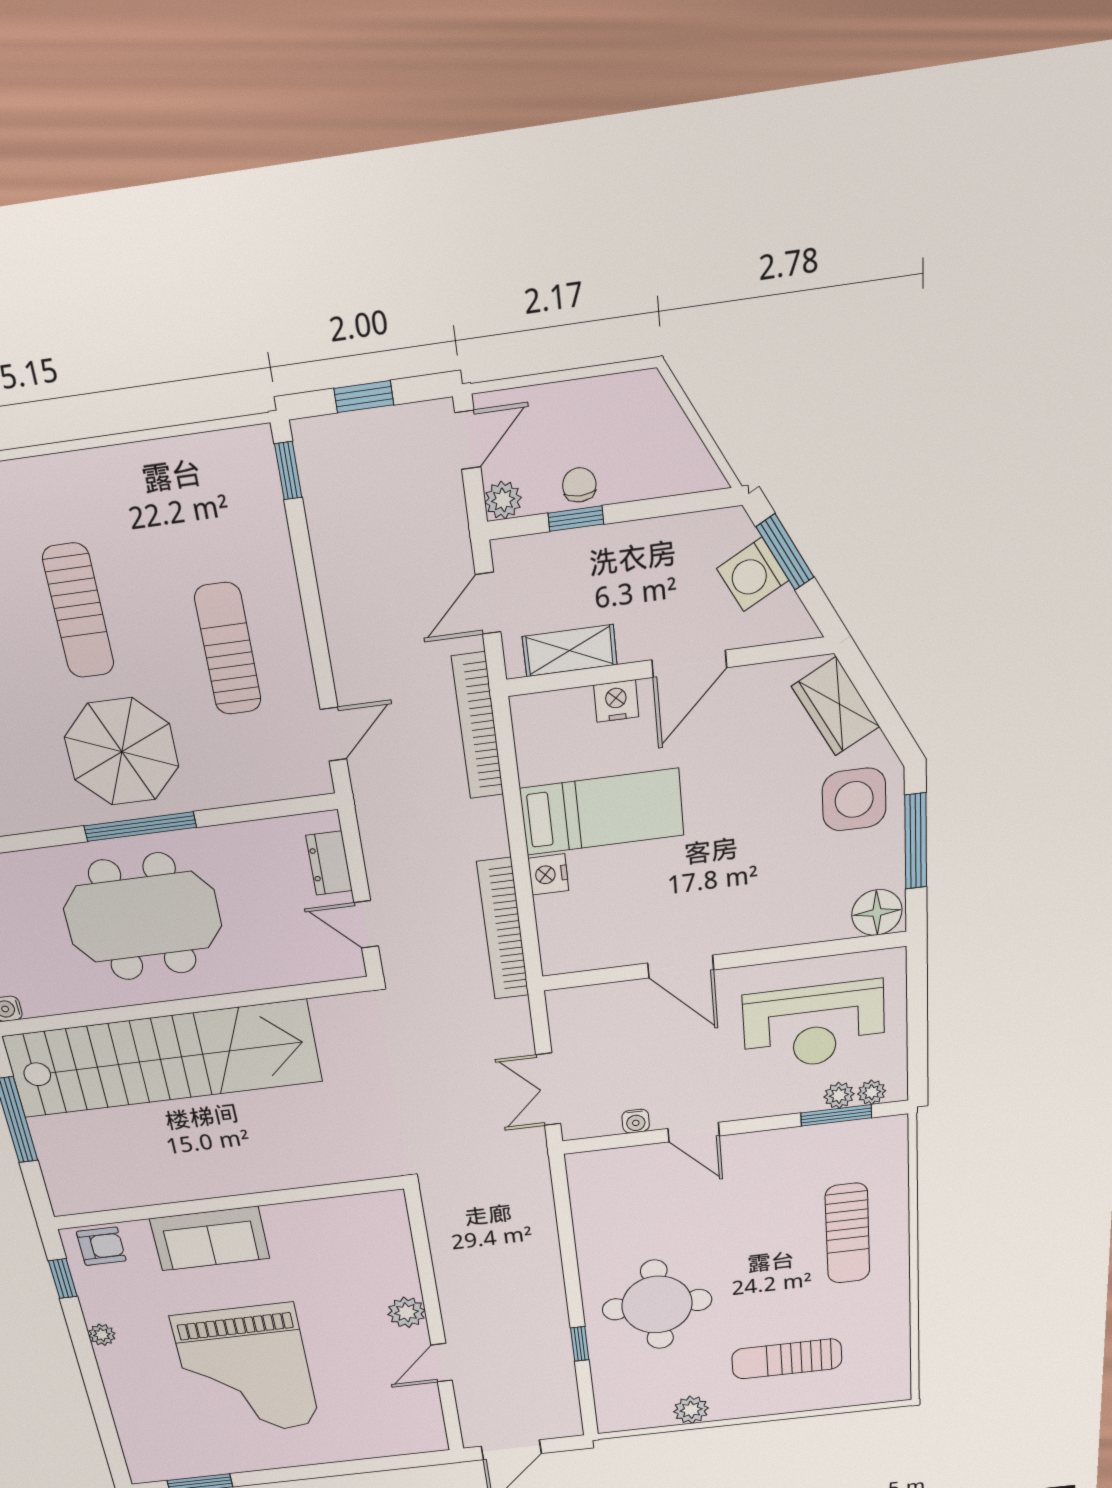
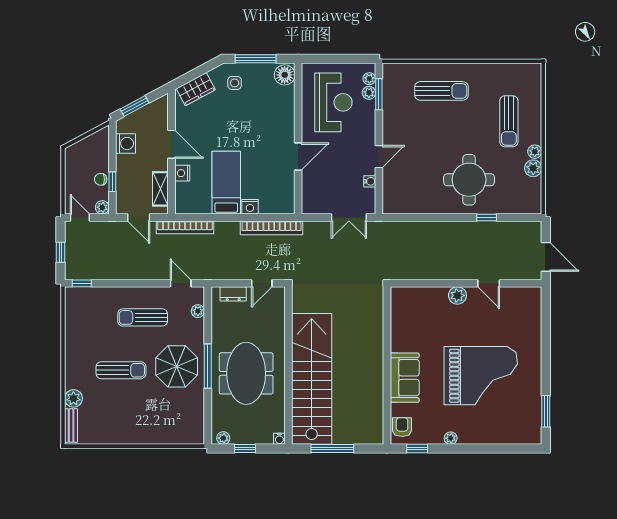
washing machine: (753, 574) -> (125, 143), moved, turned -62
plant: (271, 785) -> (198, 311), added
side table: (854, 799) -> (235, 83), width x0.54, depth x0.54
plant: (726, 1409) -> (535, 152), added

